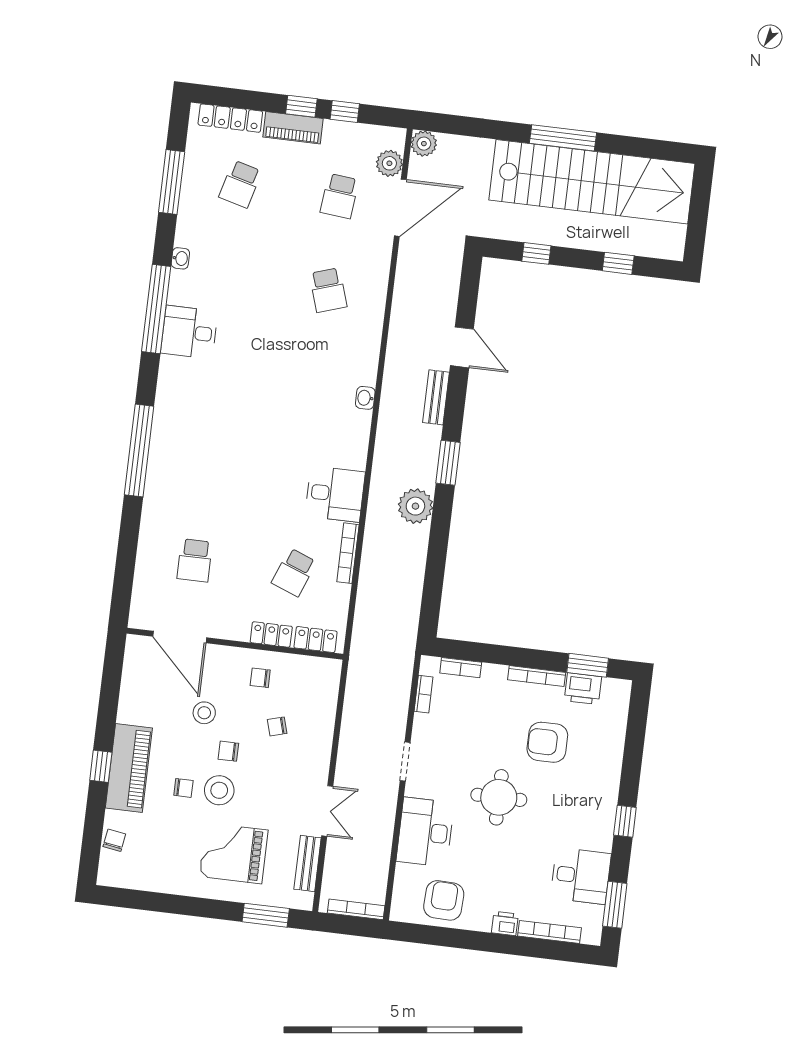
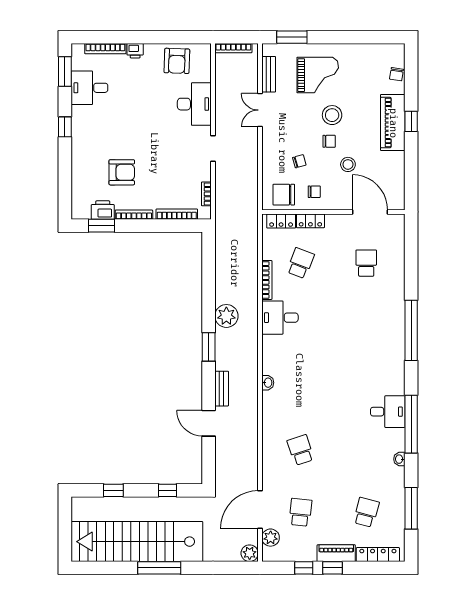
bookcase: (461, 668) -> (177, 214), width x1.56
chair: (183, 788) -> (284, 195), moved, width x1.87, depth x1.87
round table: (499, 797) -> (149, 133), removed

